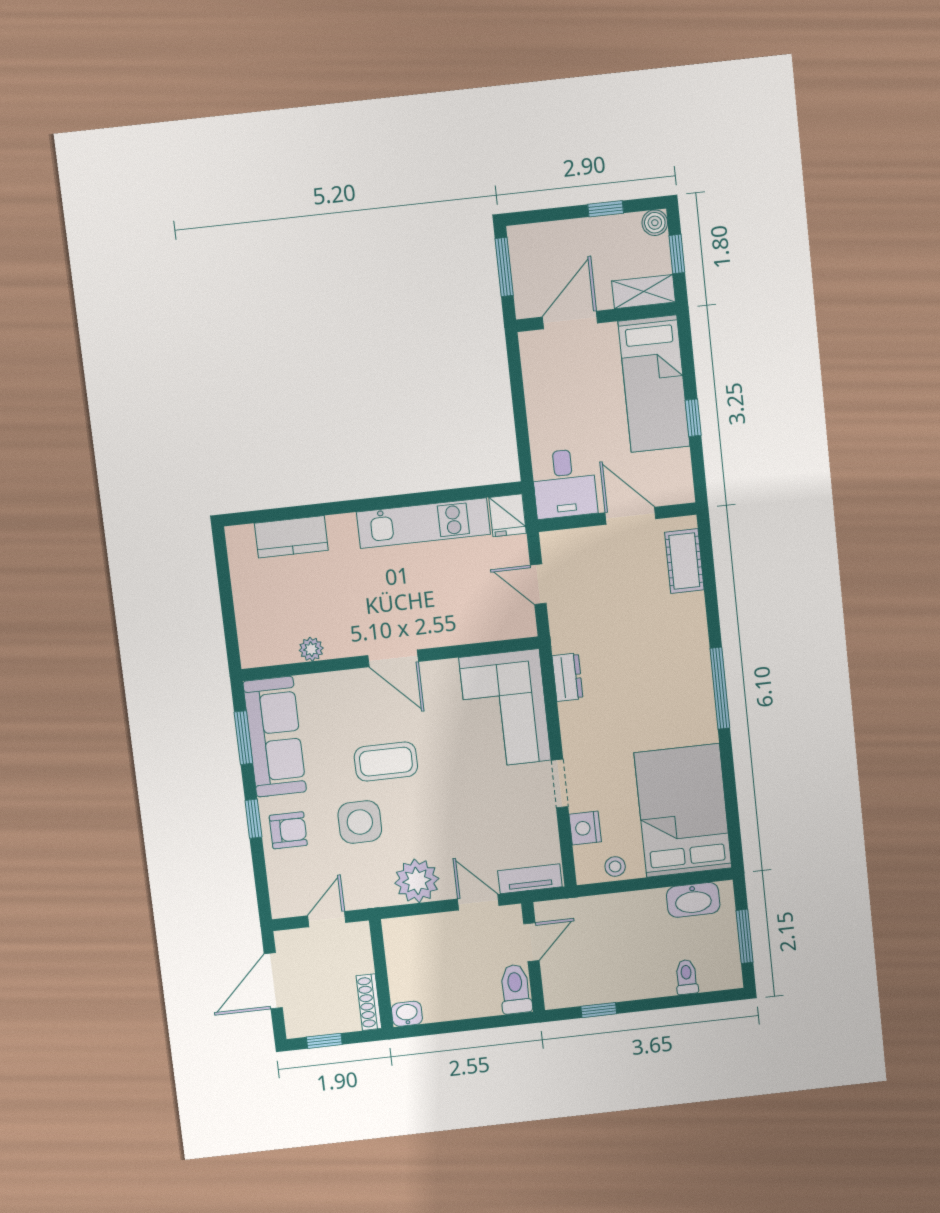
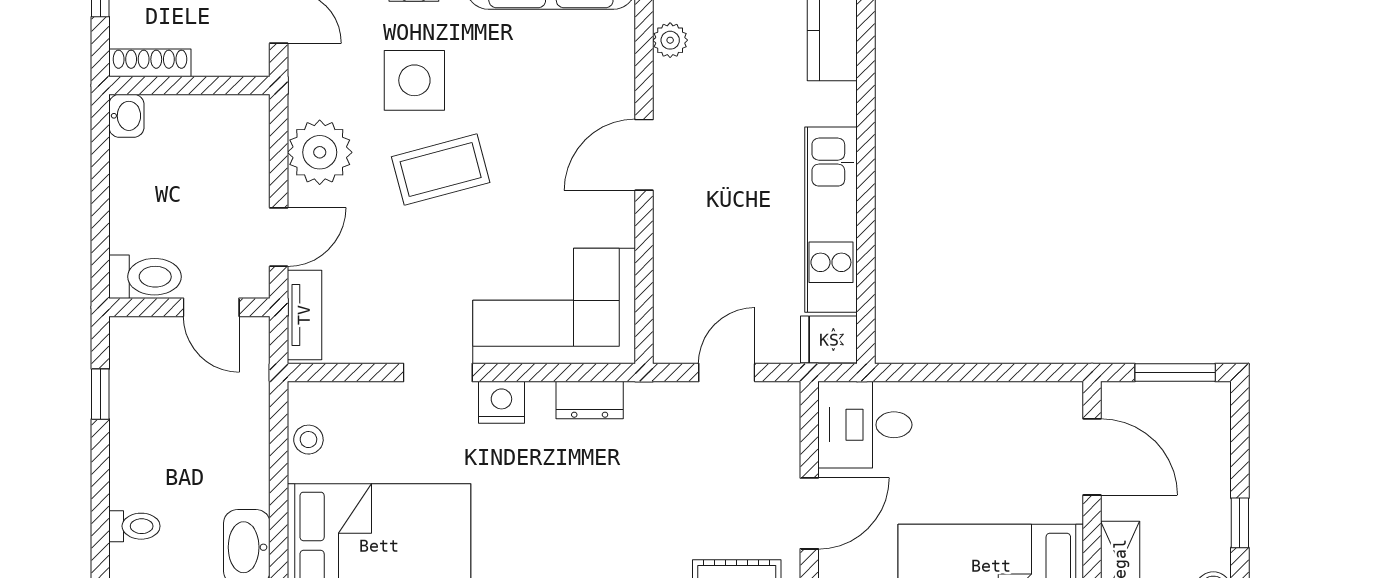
coffee table: (386, 762) -> (441, 170), moved, turned 75
nightstand: (585, 828) -> (501, 402), moved

